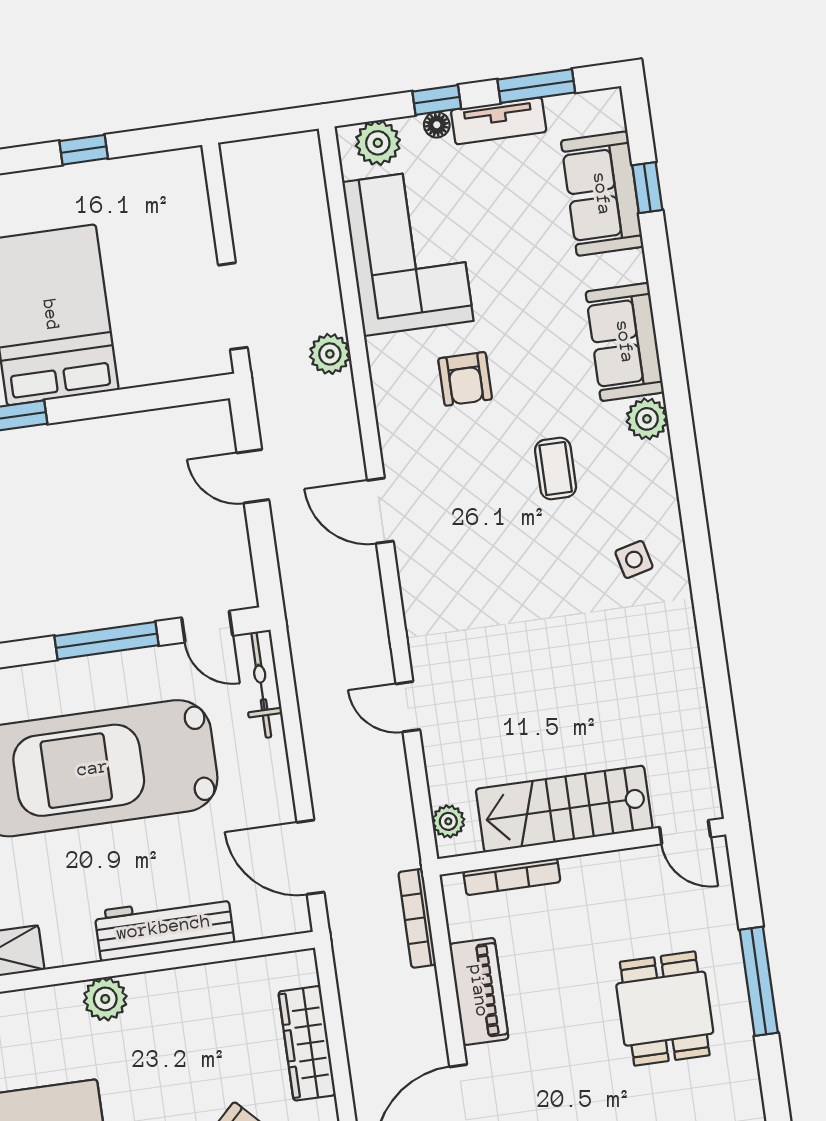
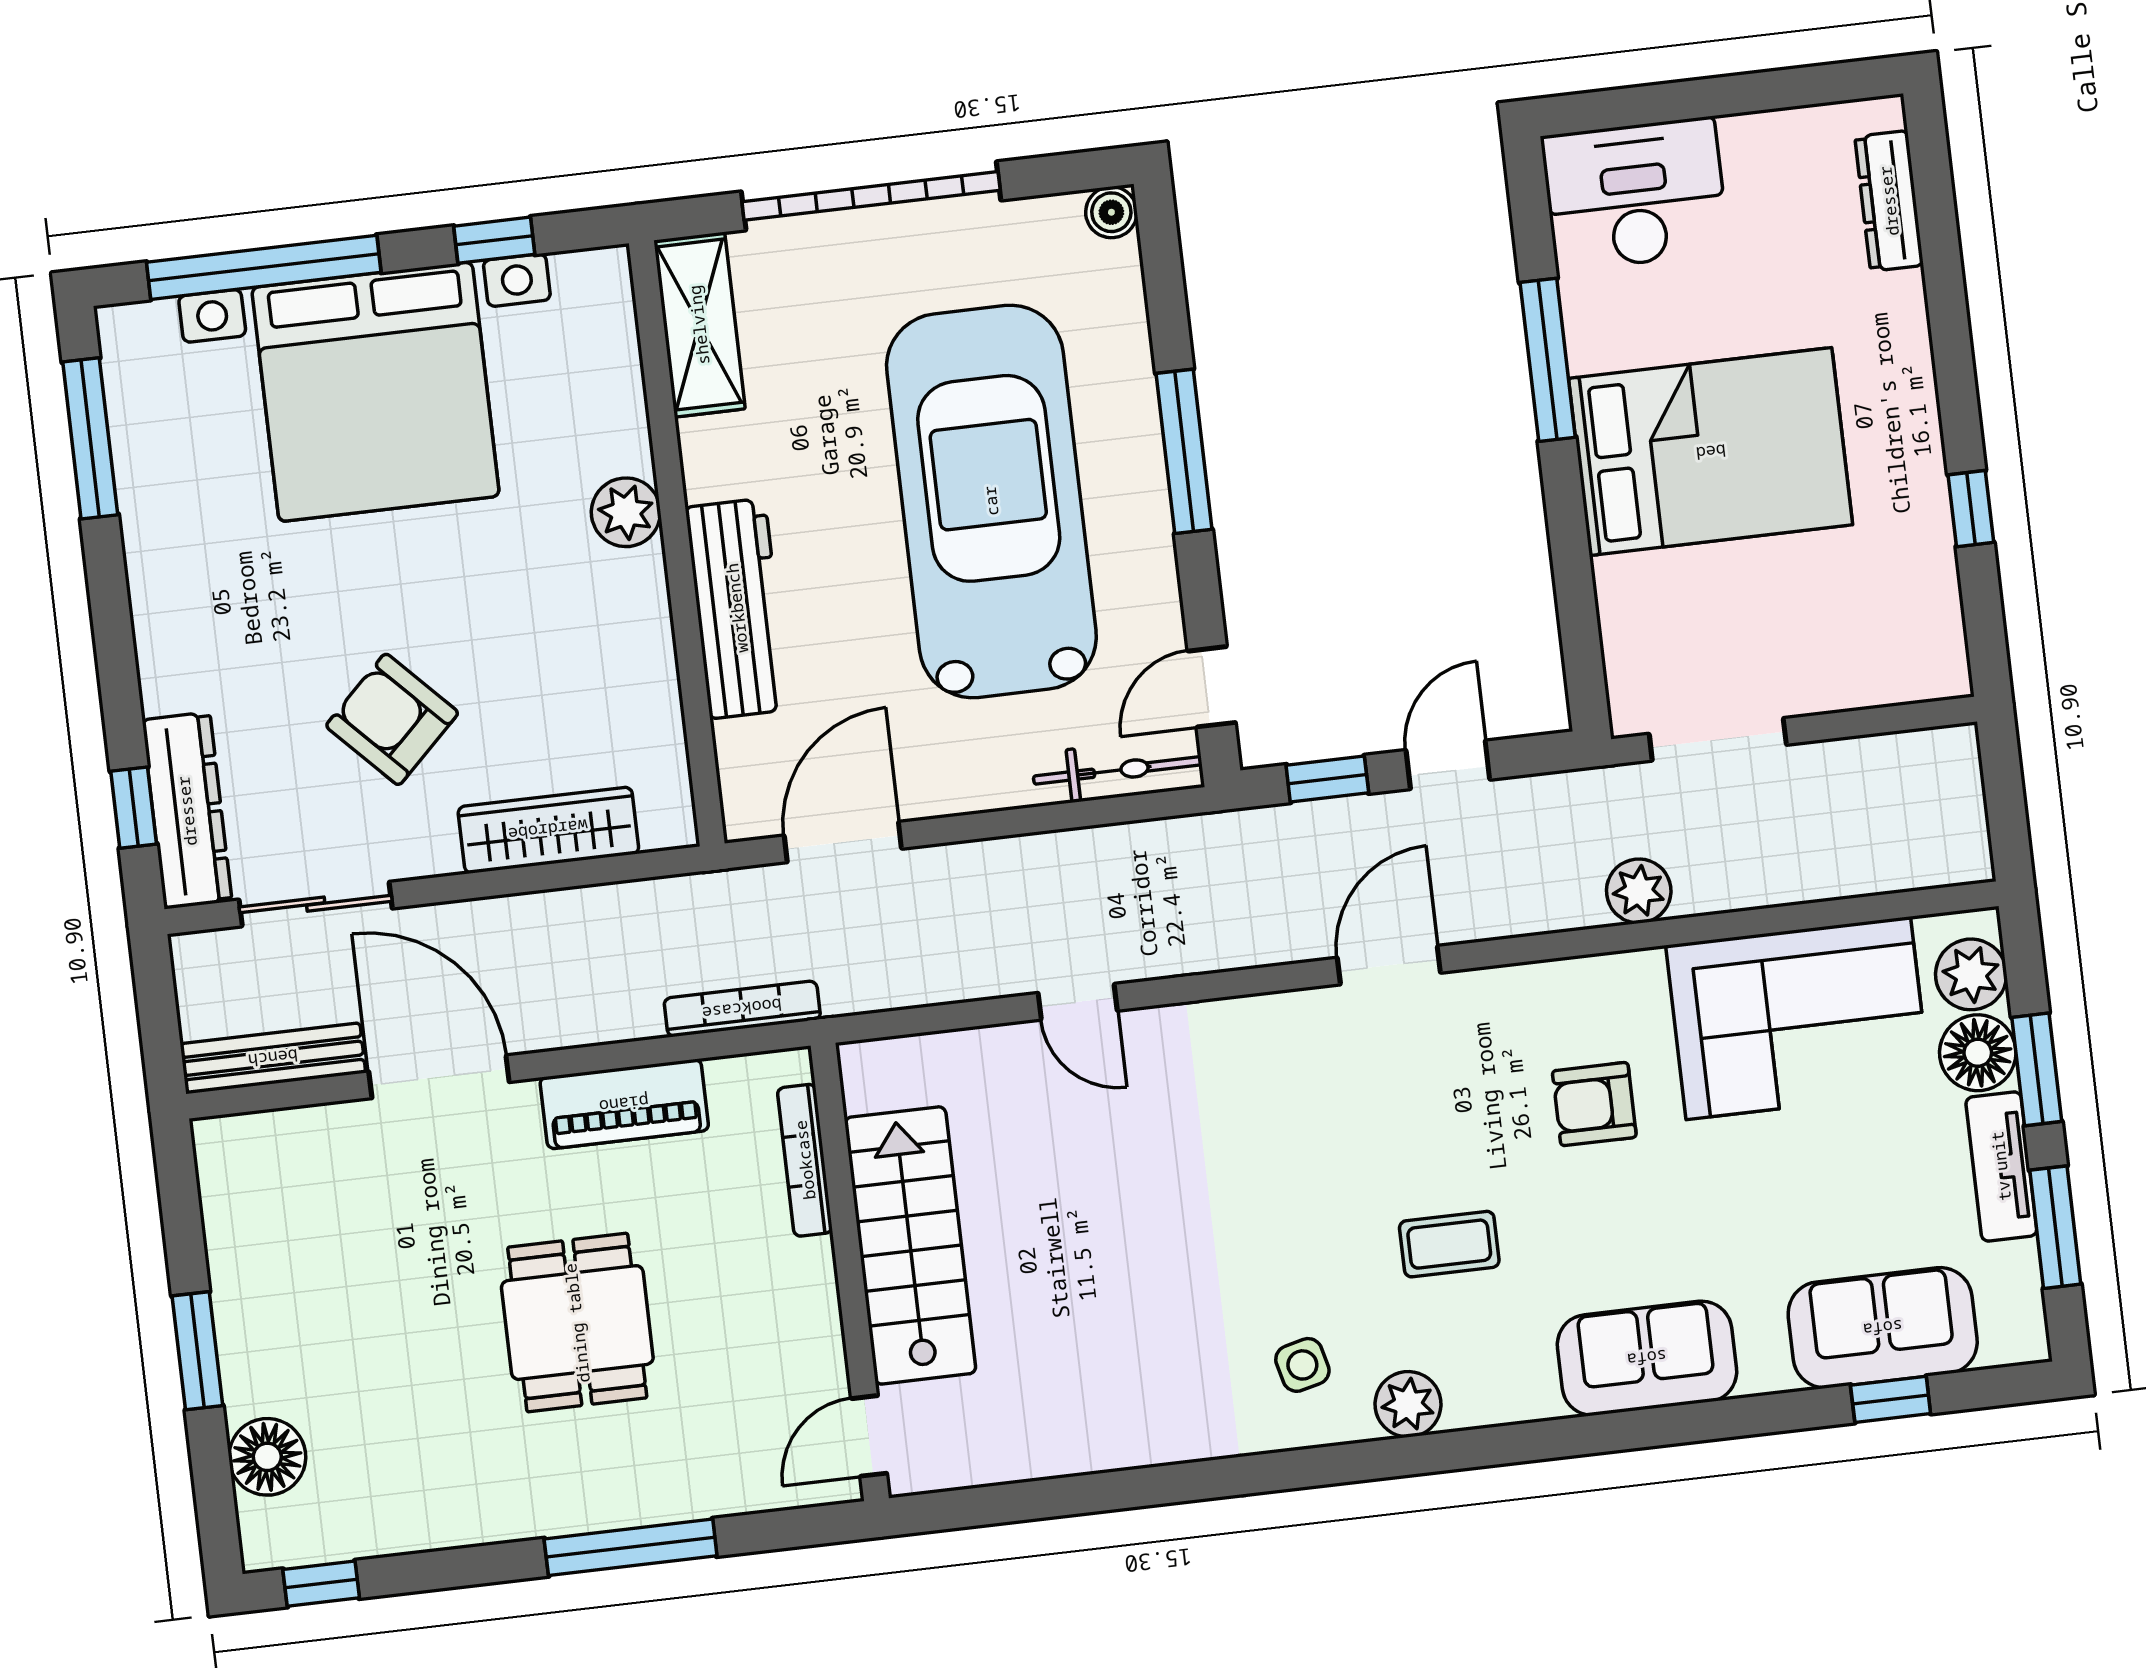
window: (437, 100) -> (2037, 1069), width x1.50
floor lamp: (437, 125) -> (1978, 1053), width x1.89, depth x1.89
plant: (647, 419) -> (1408, 1404), moved
window: (264, 552) -> (1327, 779), added
window: (107, 641) -> (1184, 451), moved
door: (408, 707) -> (1078, 1002), swing flipped
plant: (448, 821) -> (895, 1062), removed
dining table: (665, 1009) -> (577, 1323), moved, turned 90

